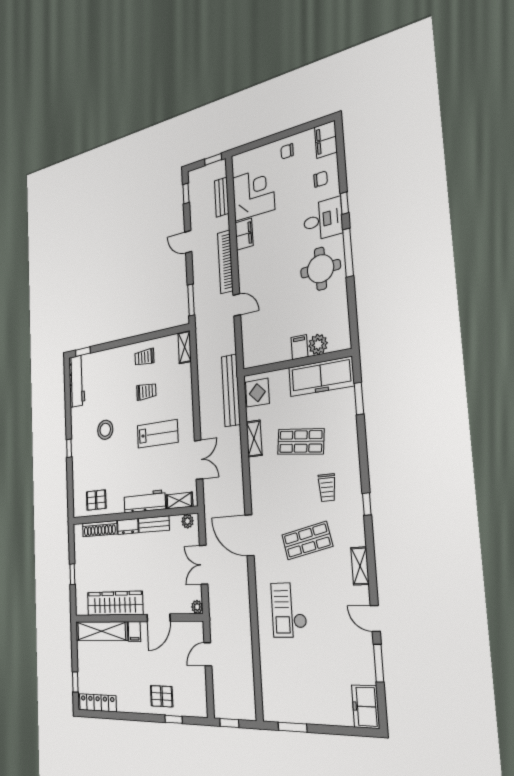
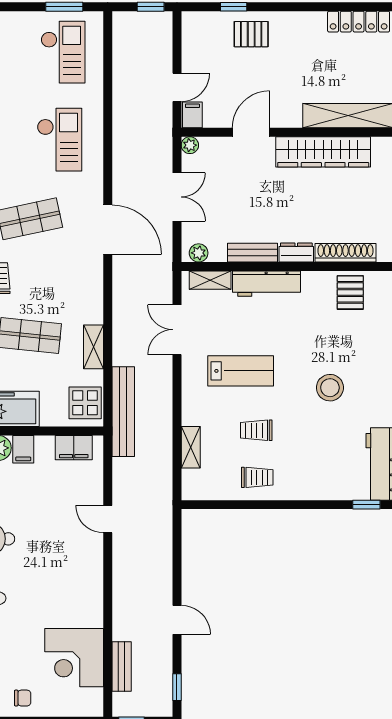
filing cabinet: (244, 234) -> (74, 448), moved, turned -90
bookcase: (225, 262) -> (121, 579), removed
window: (191, 300) -> (177, 540), removed
shelving: (185, 347) -> (191, 447), moved
lab bench: (157, 434) -> (241, 371), turned 180
pallet: (96, 500) -> (350, 292), turned 90
filing cabinet: (134, 632) -> (192, 115), moved
checkout: (291, 687) -> (63, 52), added

